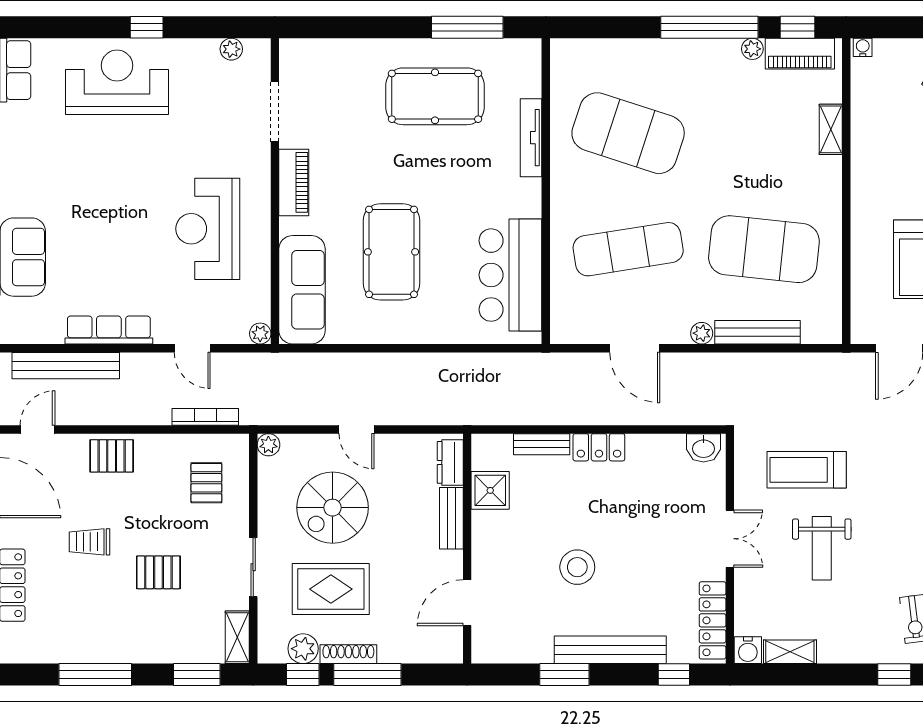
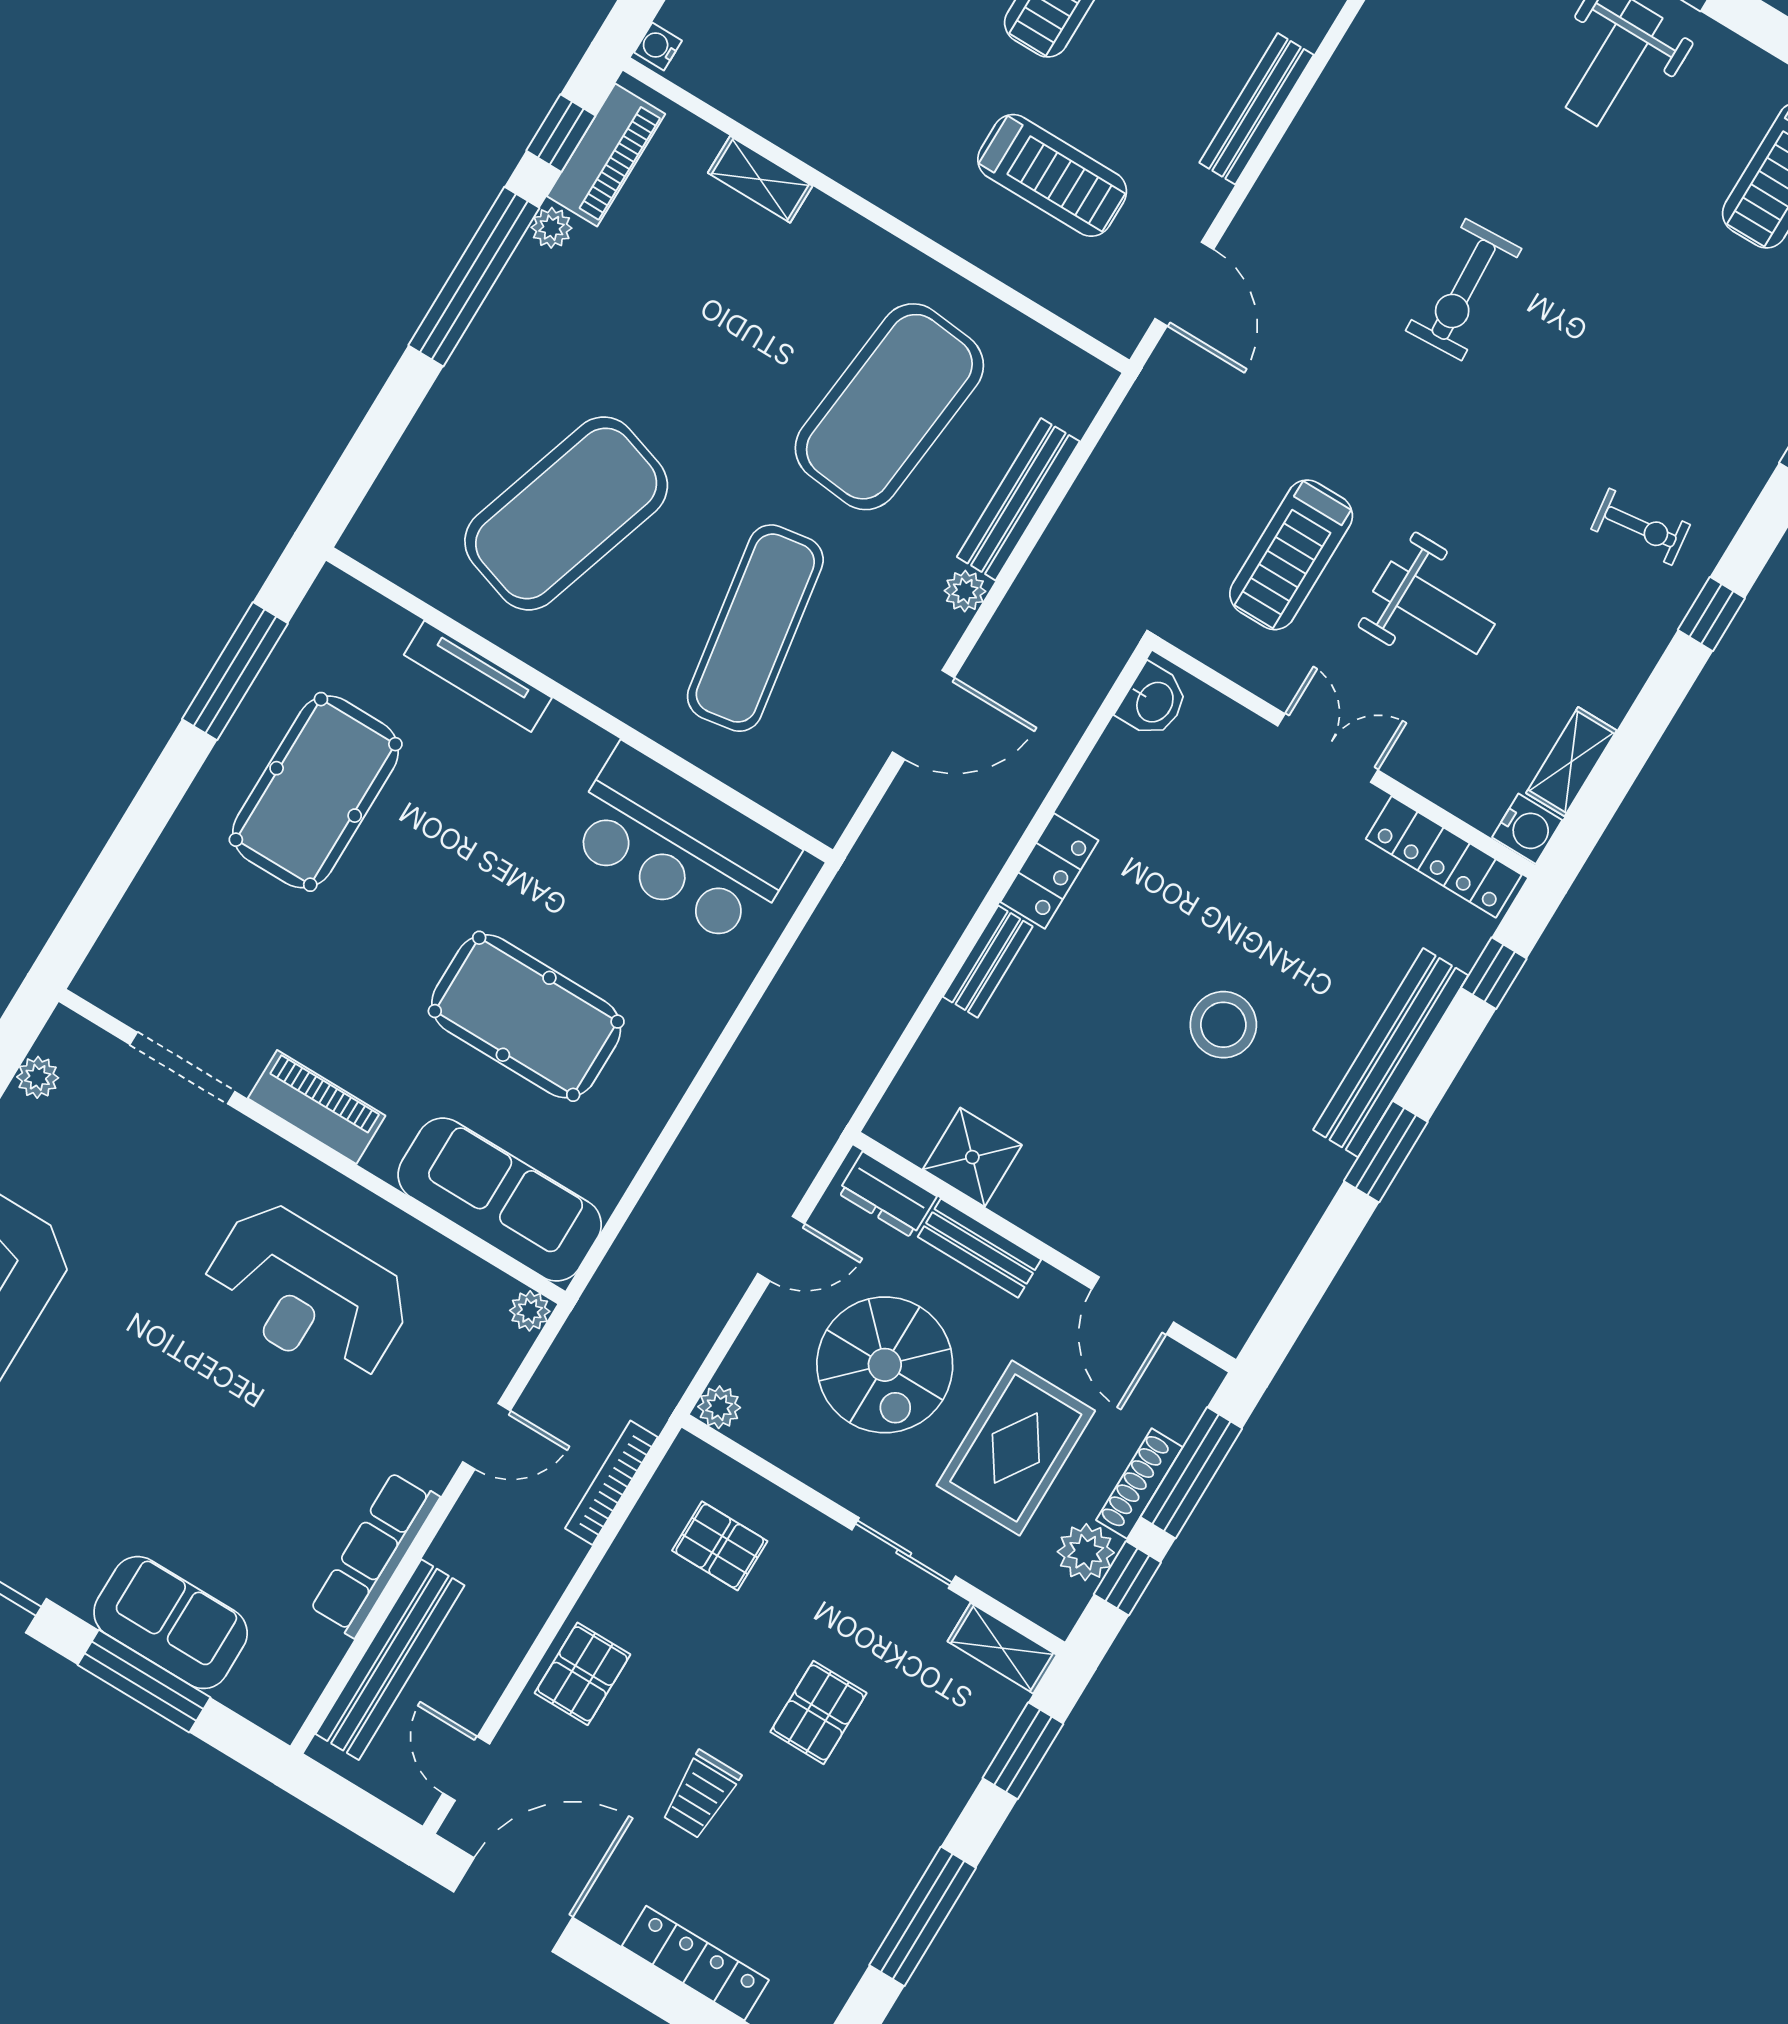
dresser: (450, 462) -> (887, 1195), moved
shower: (490, 490) -> (972, 1157), moved
bench: (451, 518) -> (979, 1248), moved
wall: (467, 549) -> (1044, 1252), moved
door: (467, 603) -> (1133, 1306), moved

